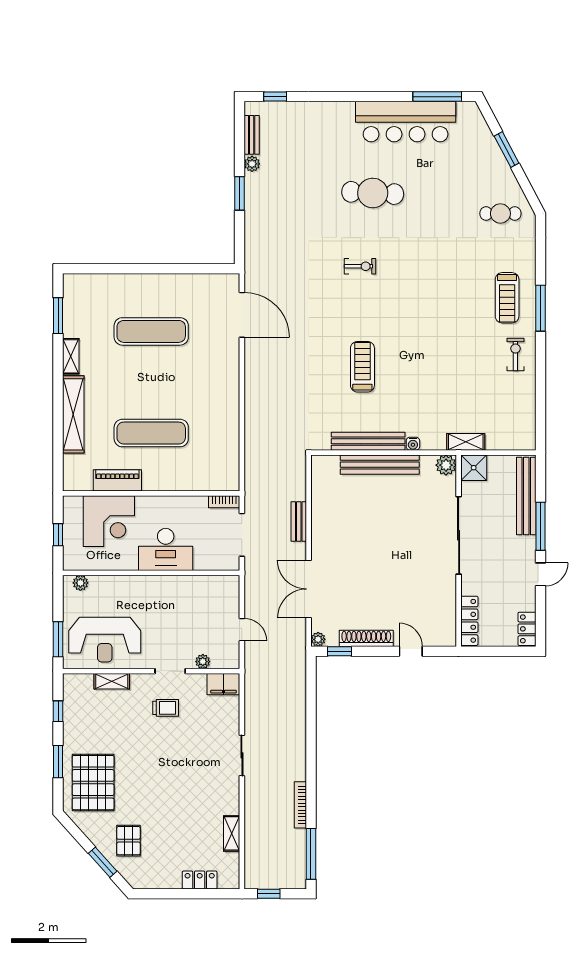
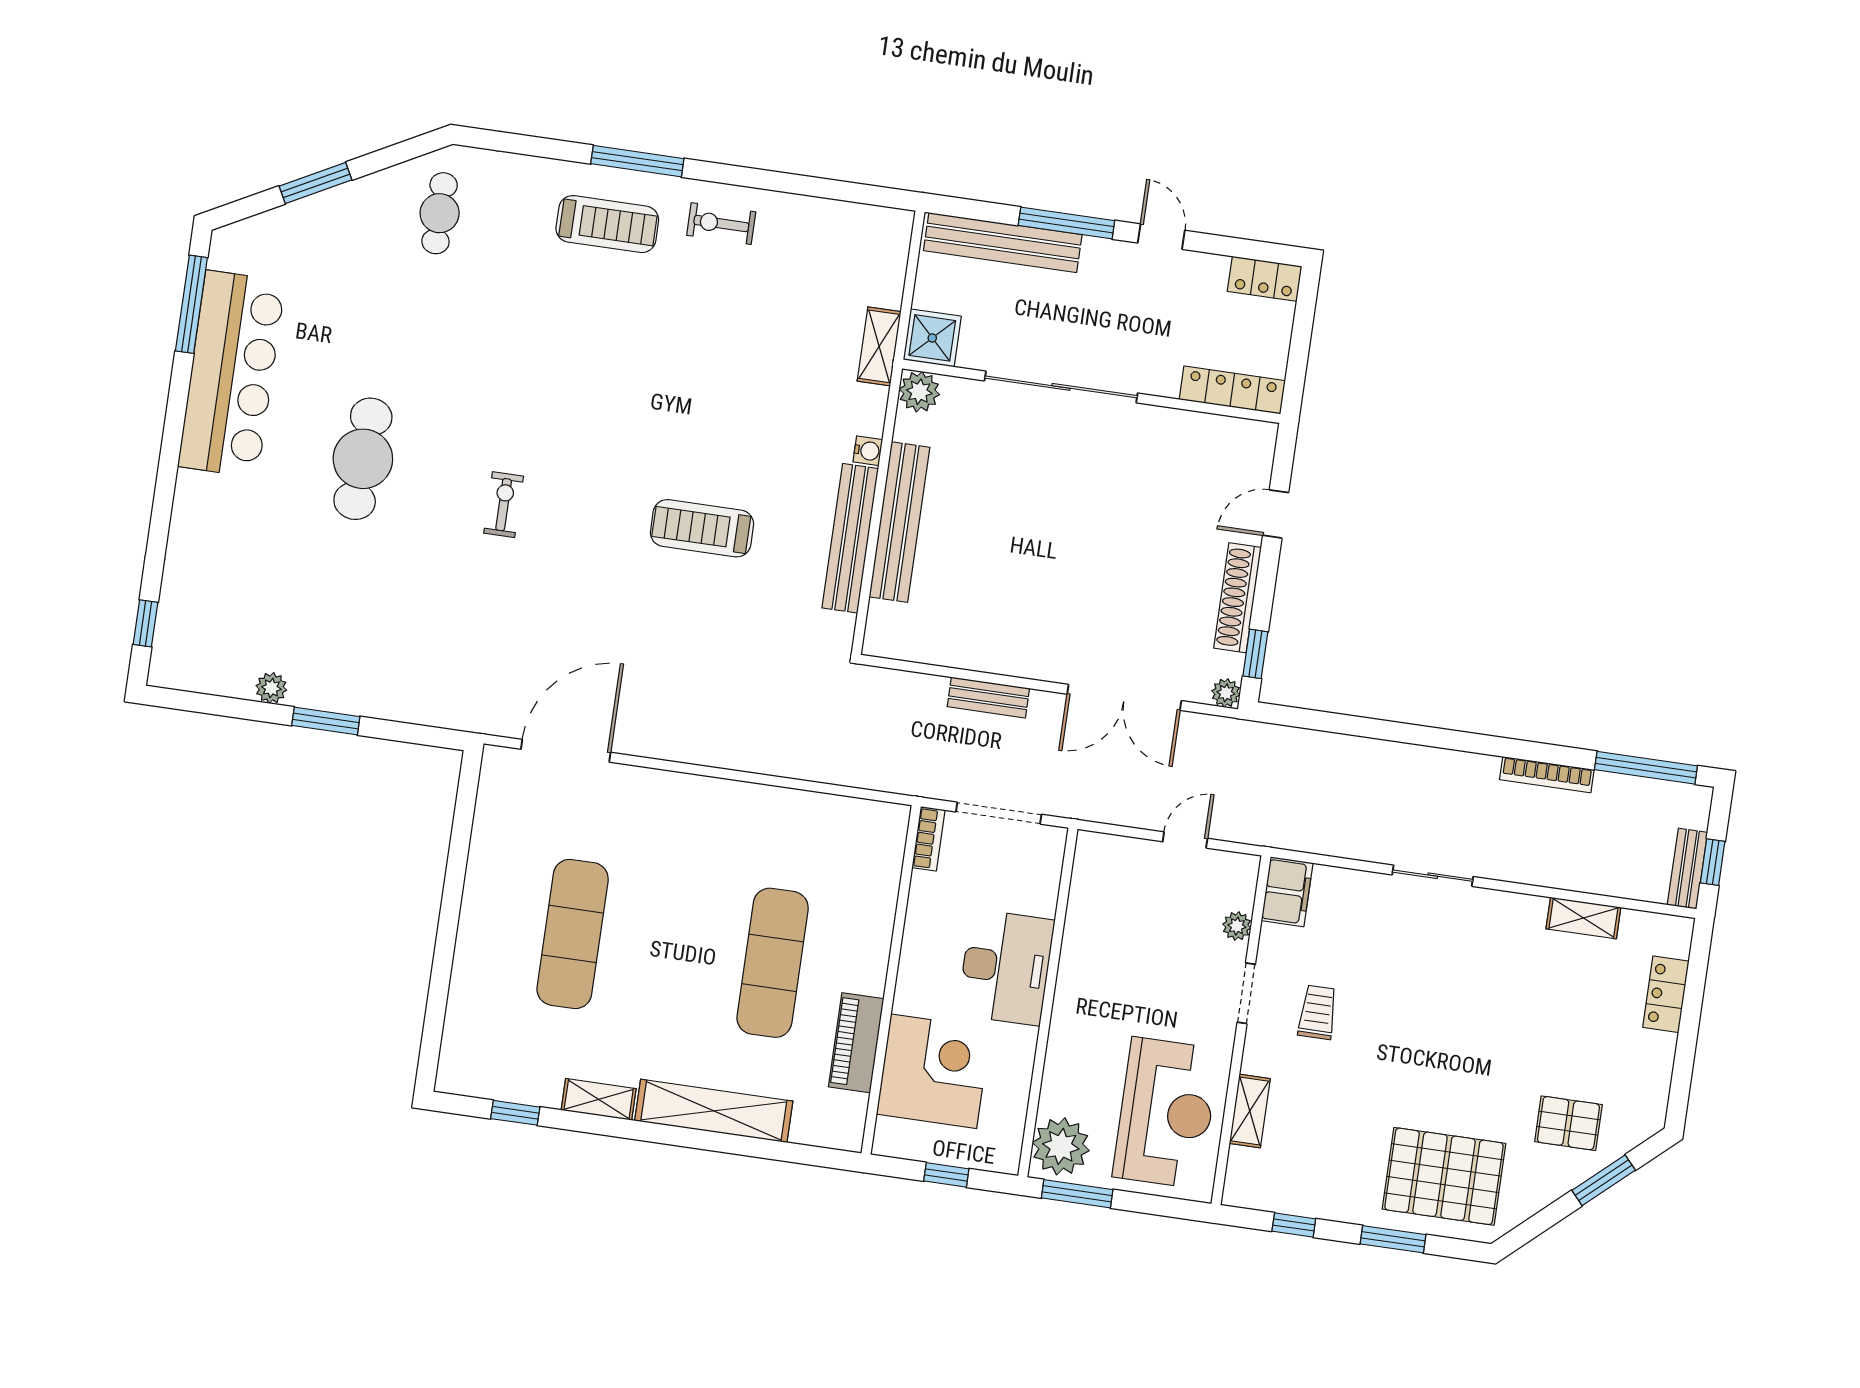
bench: (252, 135) -> (1687, 869), moved, turned 90
window: (58, 316) -> (515, 1113), width x0.67
plant: (80, 583) -> (1061, 1146), width x1.87, depth x1.87
window: (58, 639) -> (1077, 1194), moved

